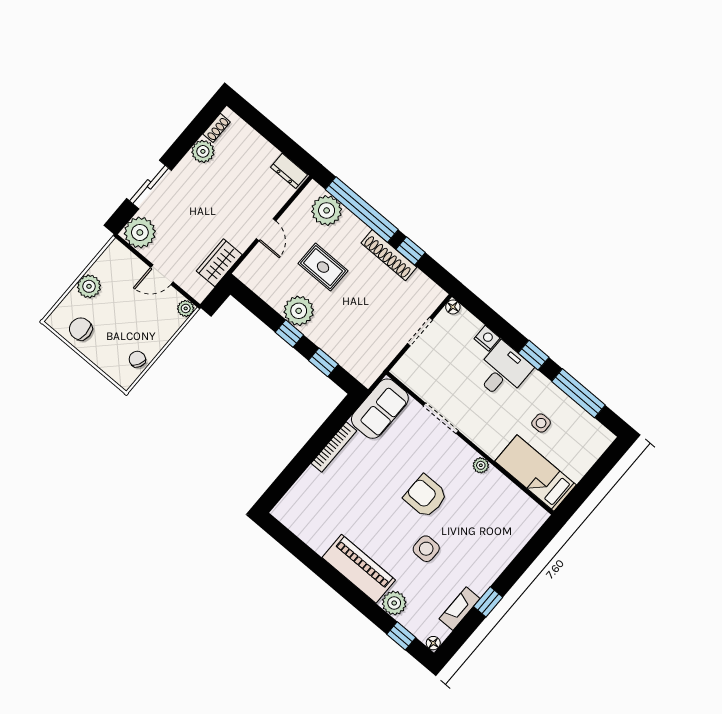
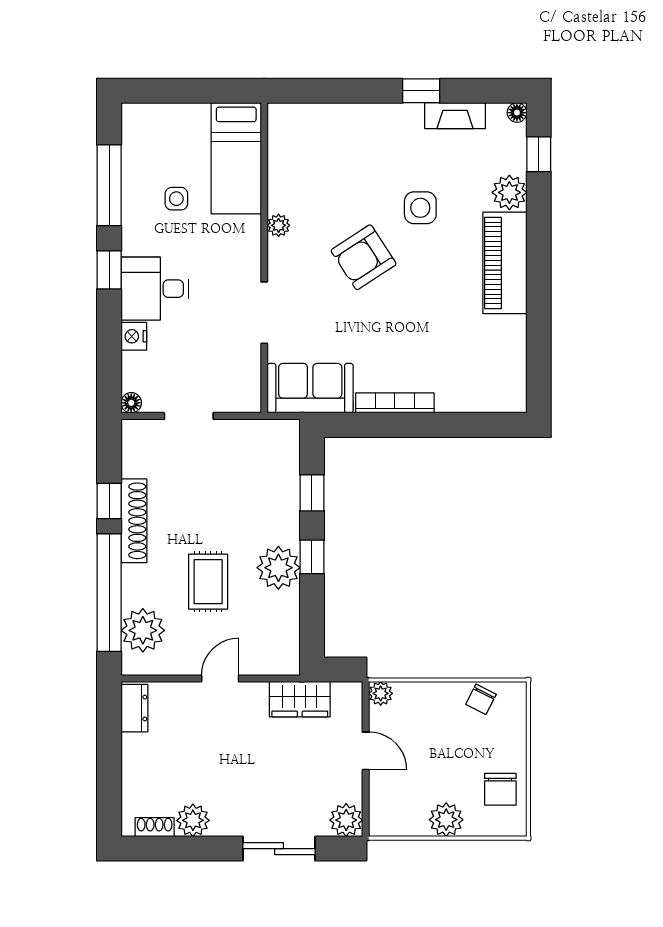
plant: (140, 232) -> (346, 820), width x0.73, depth x0.73
armchair: (425, 496) -> (364, 257), turned 57

